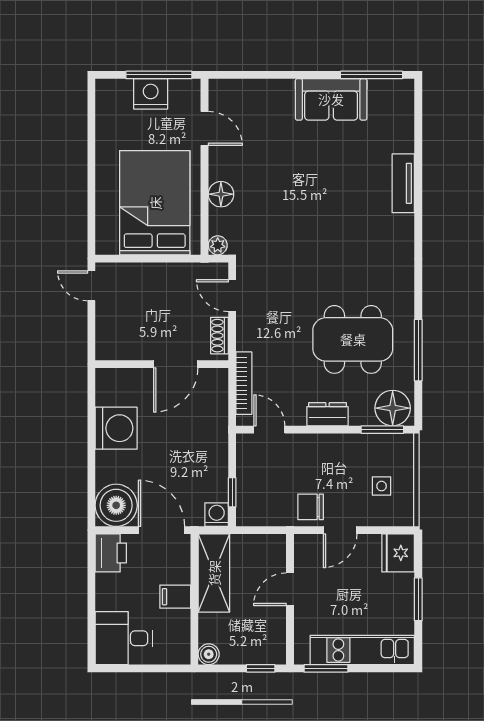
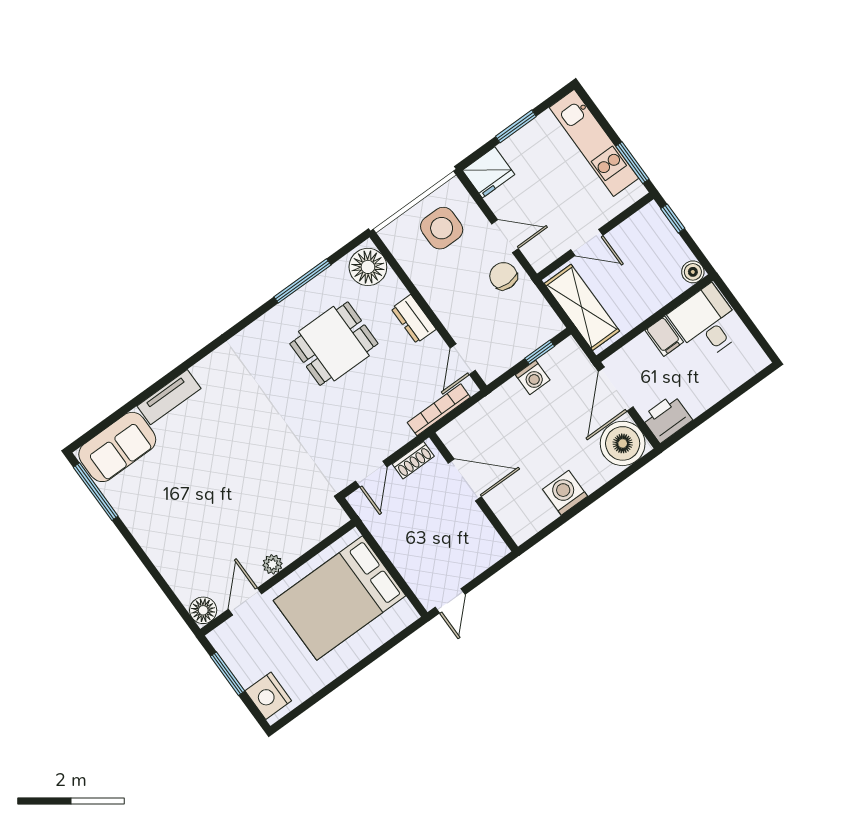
window: (159, 75) -> (228, 674), width x0.69
nightstand: (151, 94) -> (268, 696), moved
sofa: (331, 99) -> (117, 447), moved, turned 90
floor lamp: (221, 194) -> (203, 610), moved
plant: (218, 245) -> (272, 564), moved
dining table: (353, 339) -> (334, 344), width x0.73
washing machine: (116, 428) -> (565, 493), width x0.73, depth x0.73
window: (382, 430) -> (393, 262), removed
side table: (382, 486) -> (442, 228), width x1.87, depth x1.87
chair: (311, 507) -> (503, 276), turned 180
washing machine: (217, 515) -> (533, 377), moved, turned -90
shelving: (214, 573) -> (582, 307), moved, turned 90
desk: (124, 638) -> (707, 323), moved, turned 180

